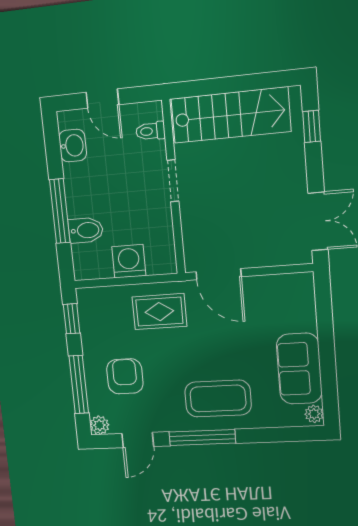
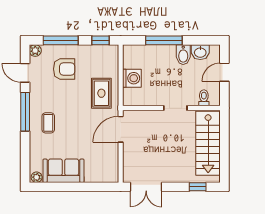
bidet: (86, 230) -> (183, 55), moved
coffee table: (218, 398) -> (48, 123), width x0.54, depth x0.58

